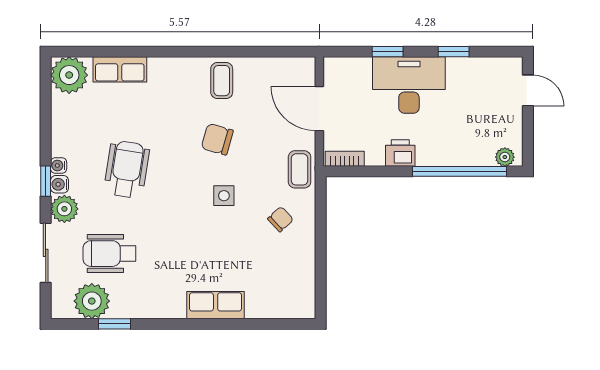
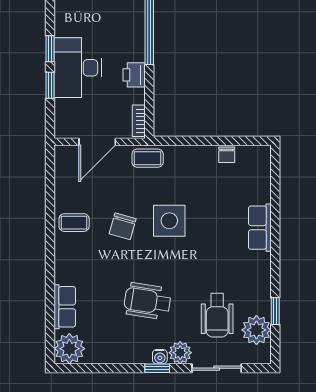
window: (454, 52) -> (50, 49), moved
water cooler: (59, 165) -> (144, 357), removed
side table: (224, 196) -> (169, 221), width x1.87, depth x1.87
chair: (280, 219) -> (227, 155), moved, turned -137

